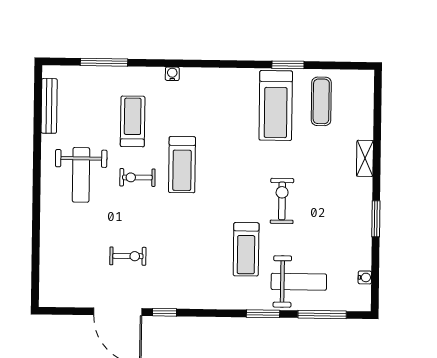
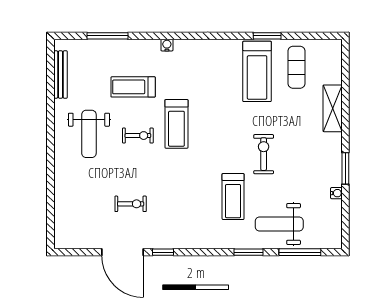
treadmill: (133, 121) -> (133, 87), turned -90
shelving: (365, 158) -> (333, 108), width x1.50, depth x1.33
exercise bike: (137, 177) -> (138, 136), turned 180
water cooler: (365, 277) -> (336, 193), moved
weight bench: (299, 282) -> (279, 224), turned 180

